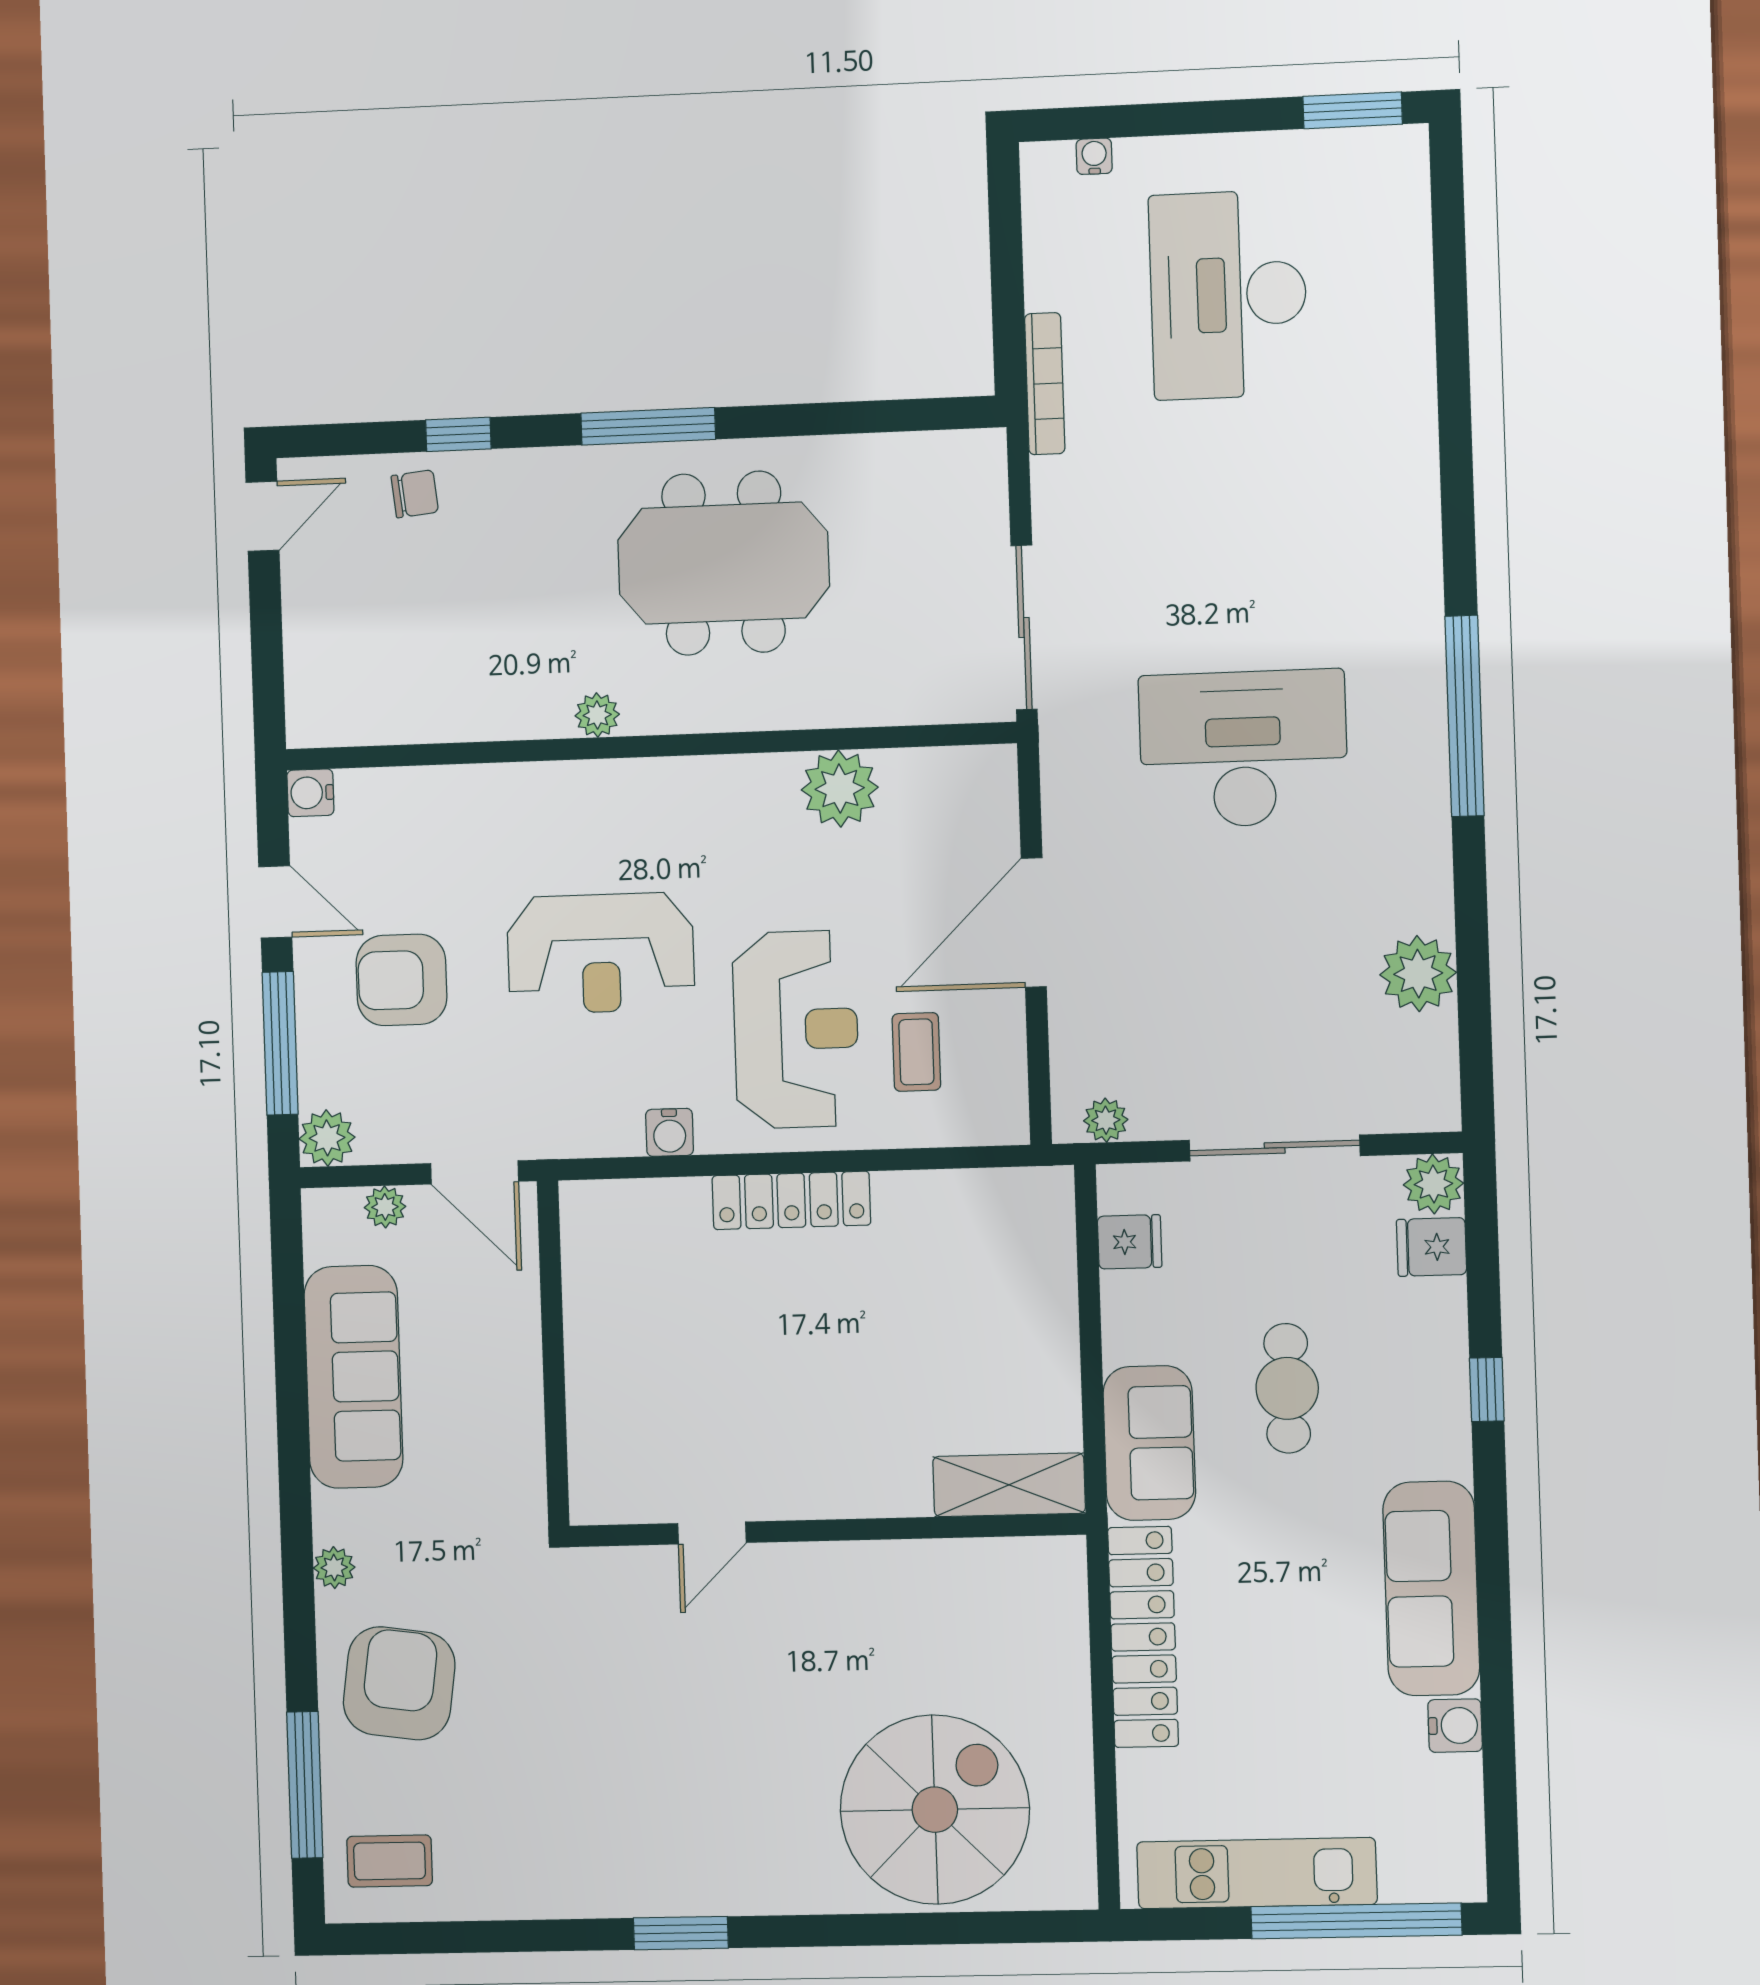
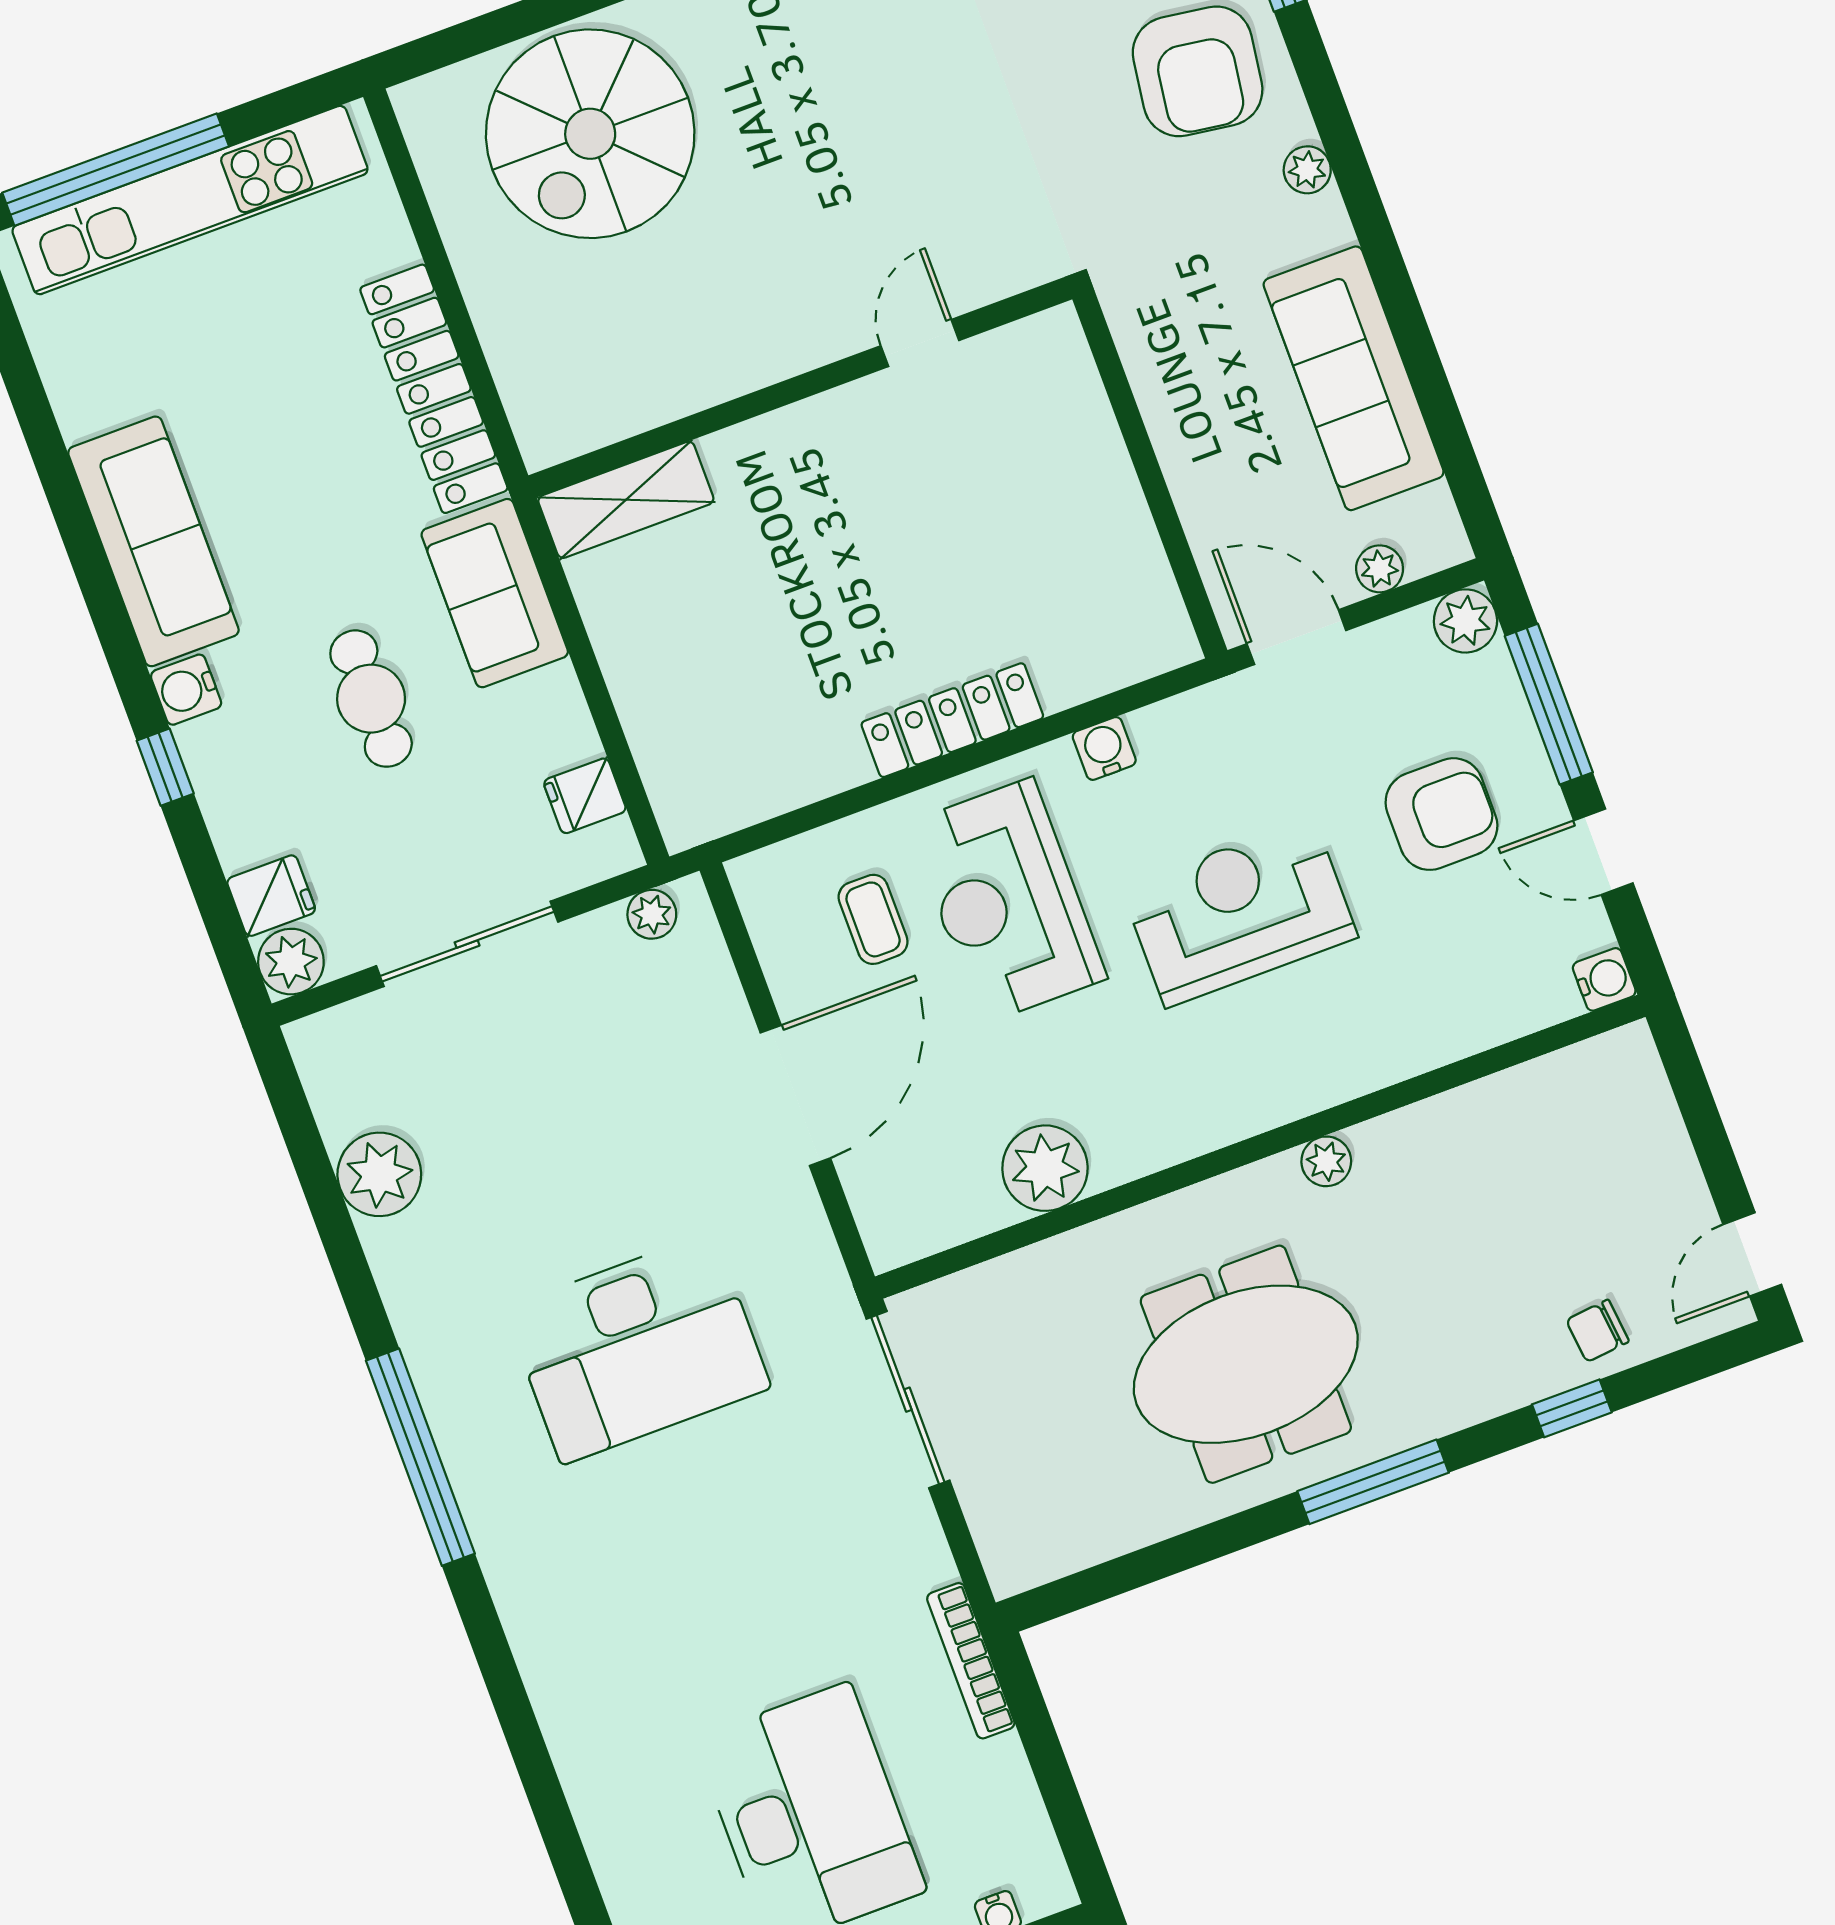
water cooler: (1455, 1726) -> (186, 690), moved
kitchen unit: (1257, 1873) -> (190, 200), width x1.36

